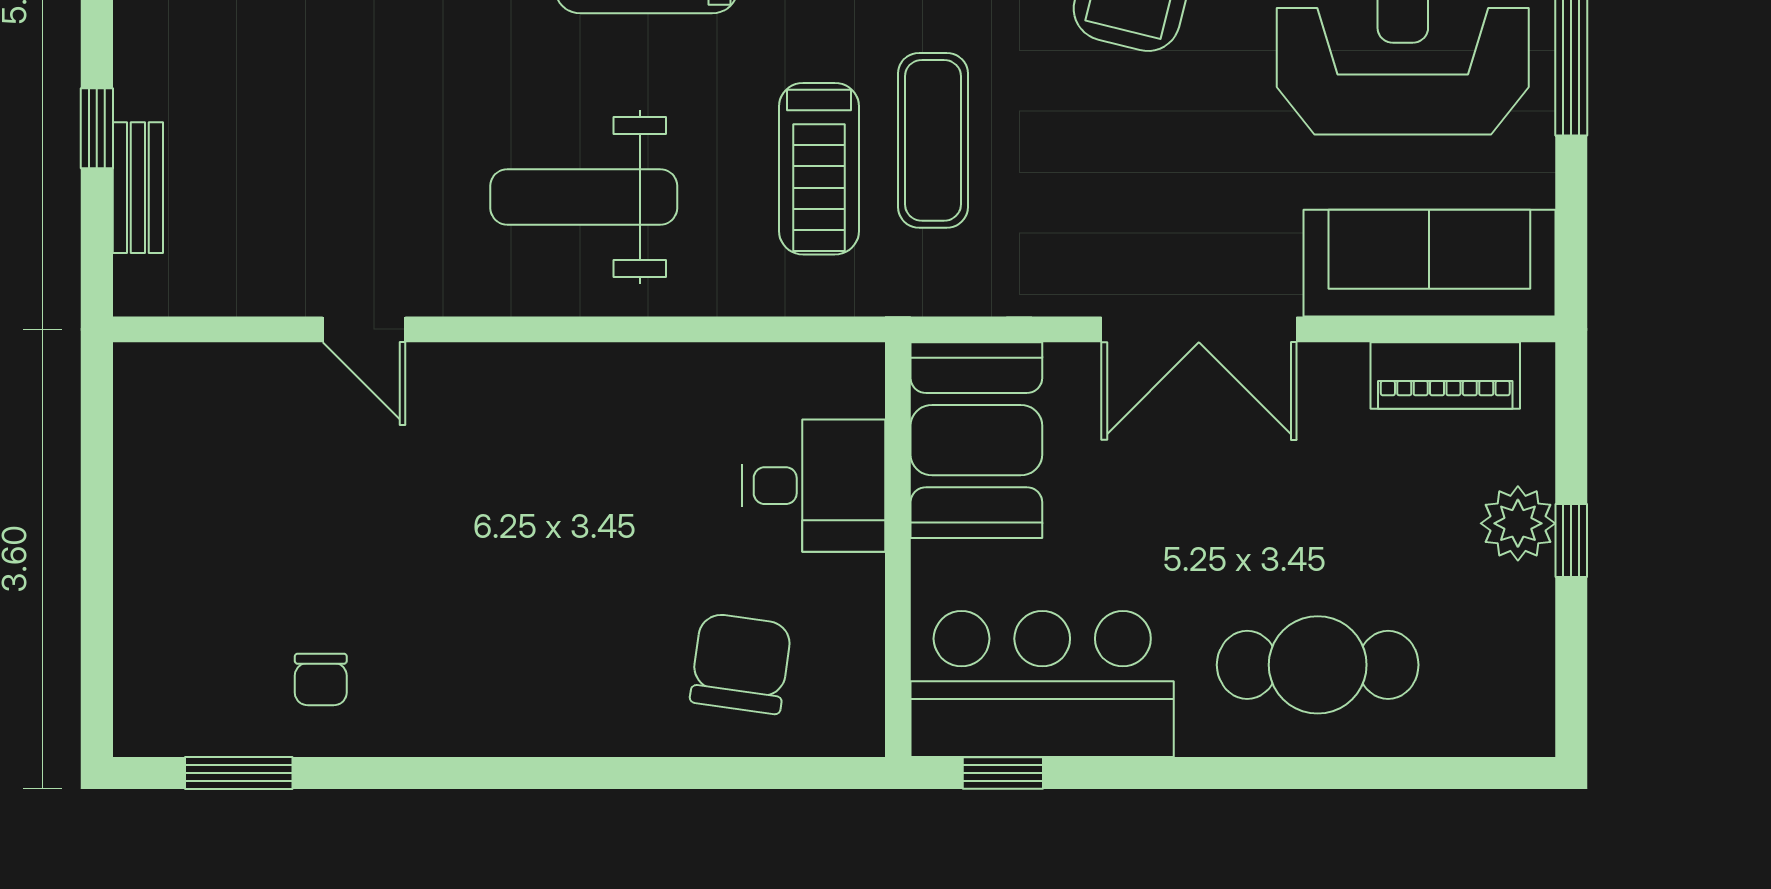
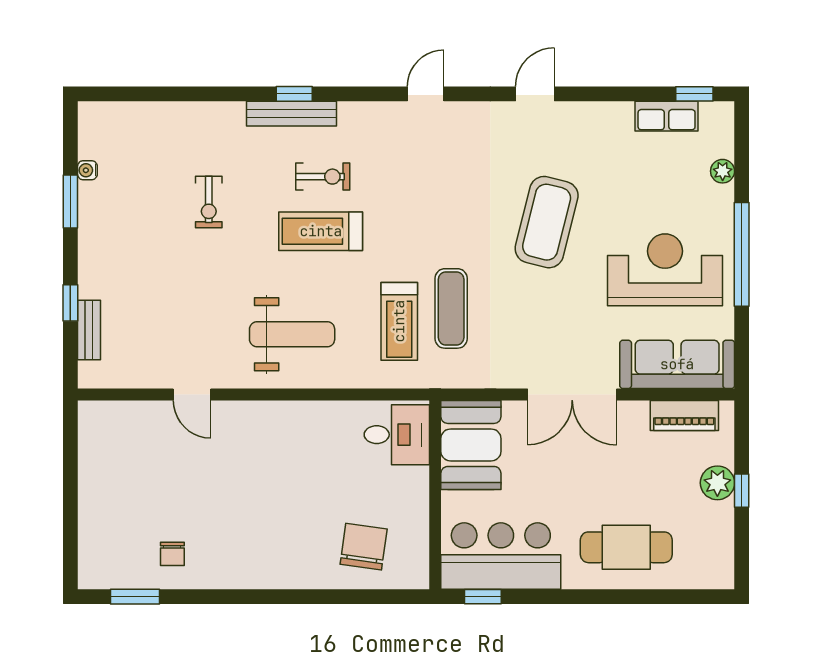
weight bench: (584, 197) -> (292, 334), turned 180
desk: (814, 486) -> (397, 435), moved

